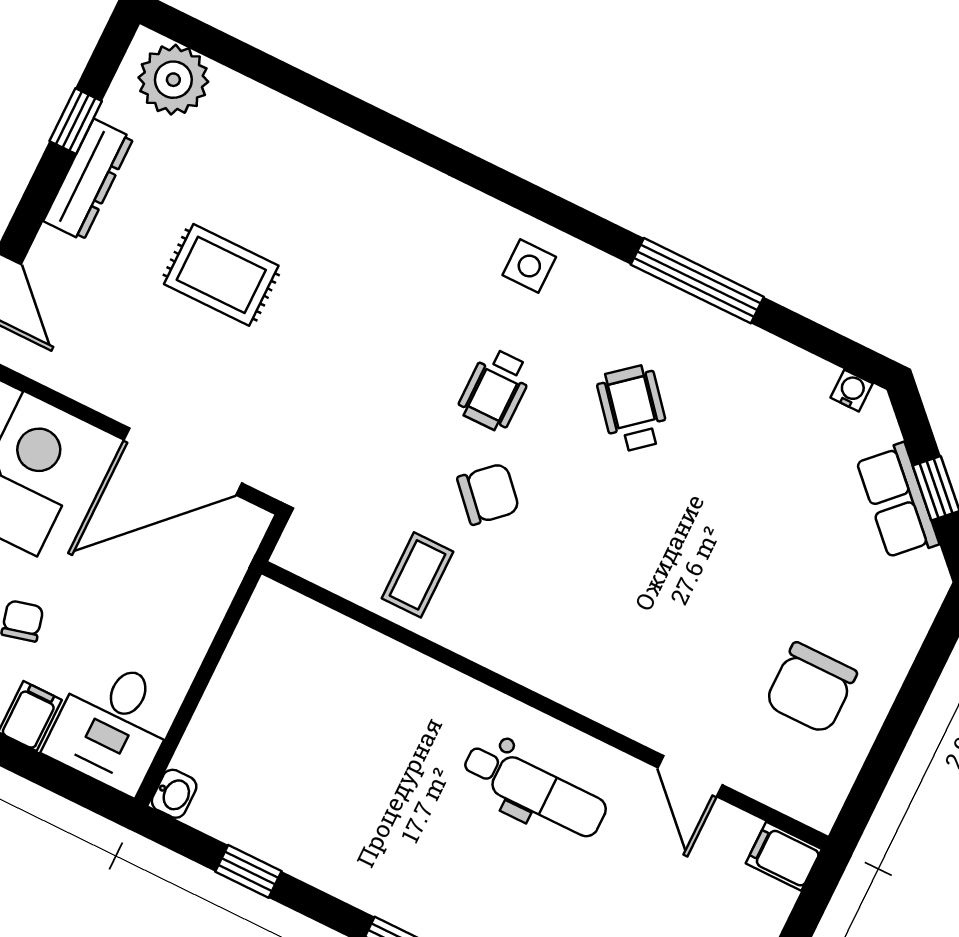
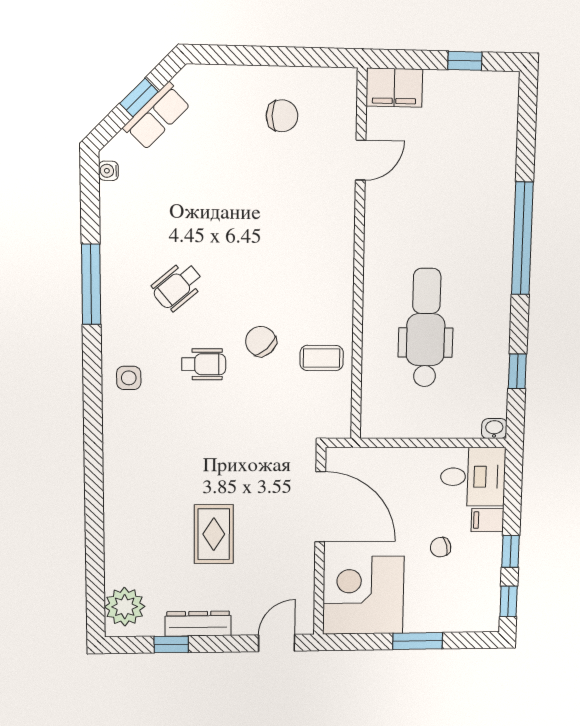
chair: (811, 688) -> (282, 116), width x0.73, depth x0.73
dental chair: (535, 790) -> (426, 328), moved, width x1.36, depth x1.38
filing cabinet: (784, 856) -> (394, 88), width x2.00

